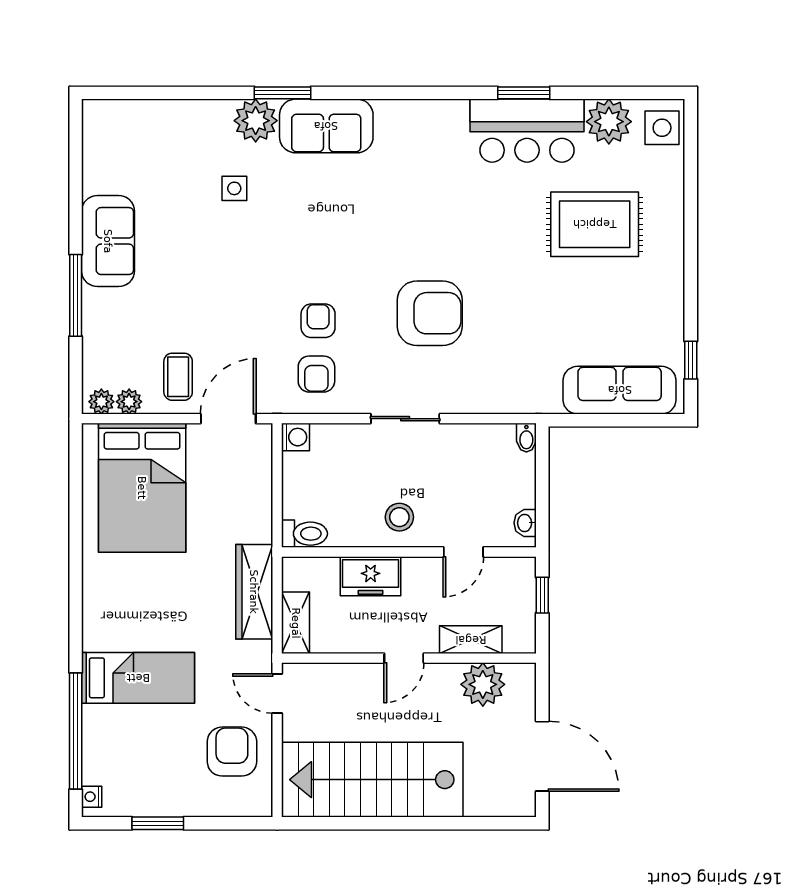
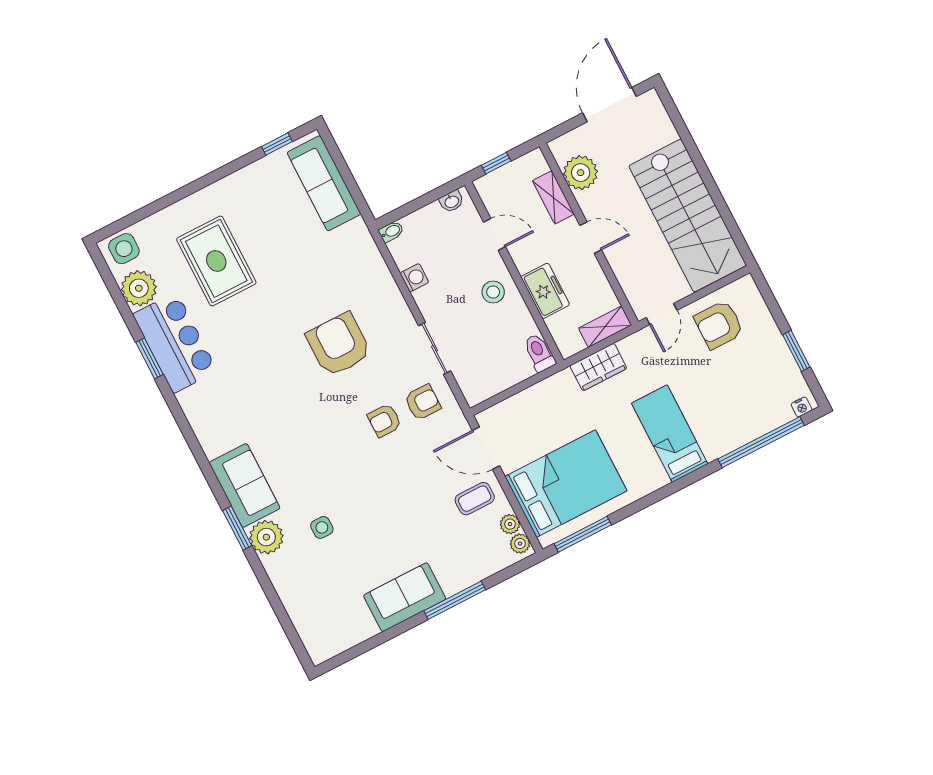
sliding door: (405, 419) -> (435, 348), moved
washing machine: (295, 437) -> (414, 278), moved, turned 90
window: (76, 477) -> (583, 534), added
wardrobe: (254, 592) -> (598, 367), width x0.67
bed: (138, 678) -> (670, 434), moved

